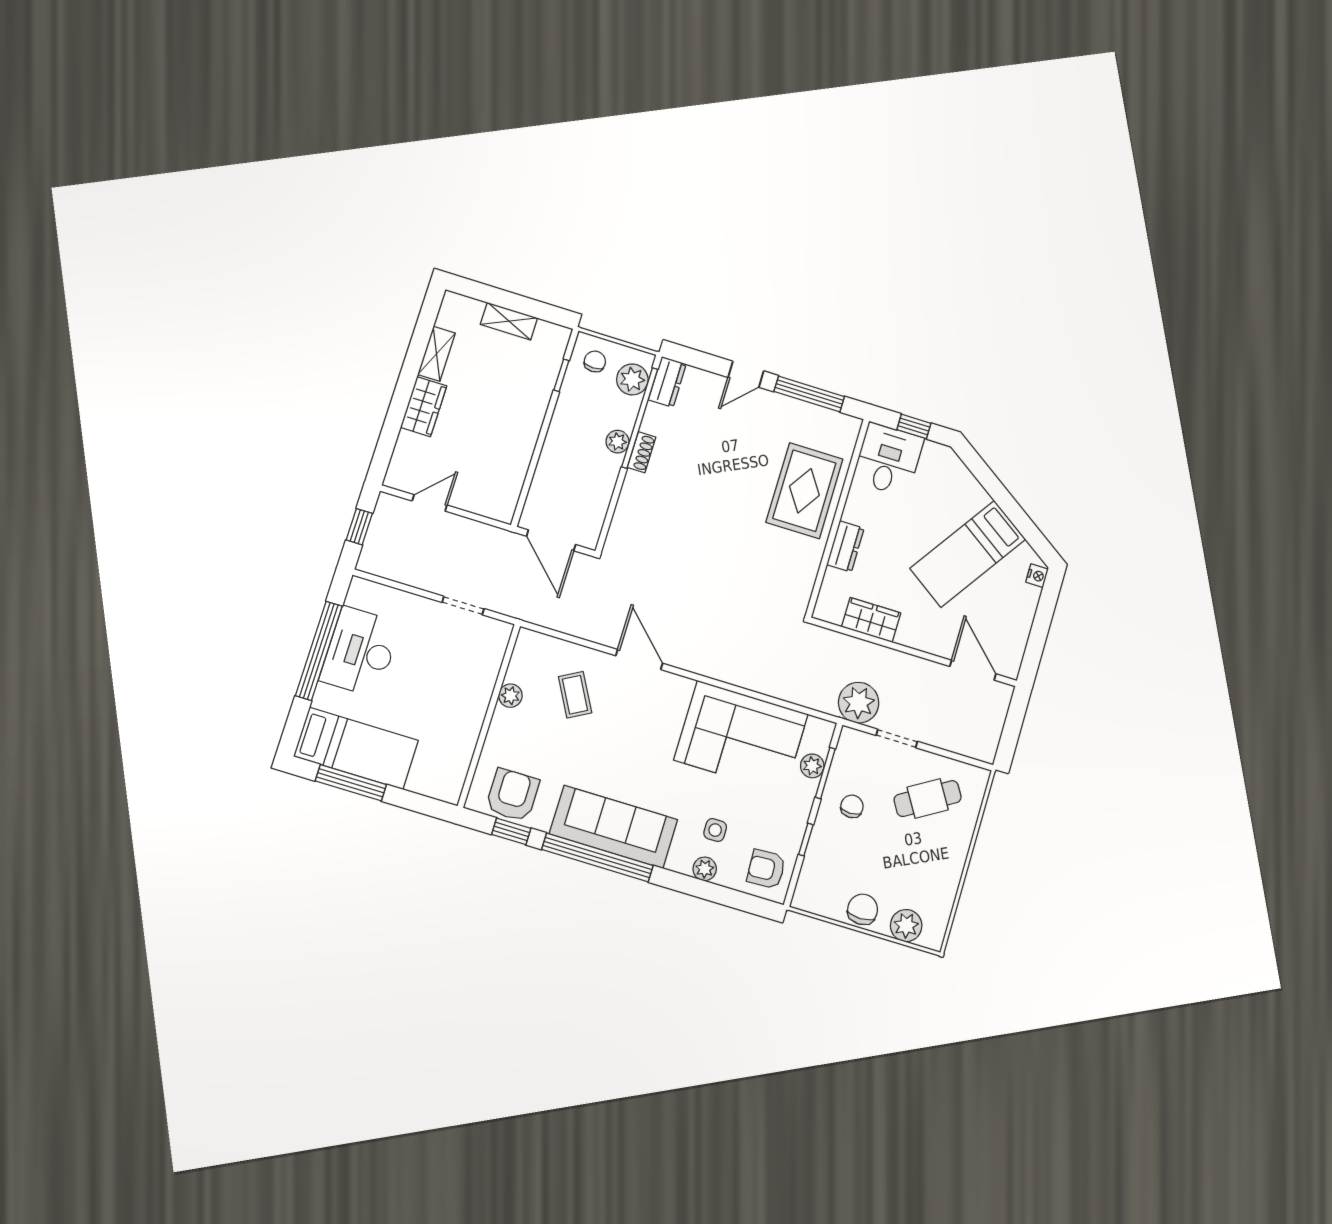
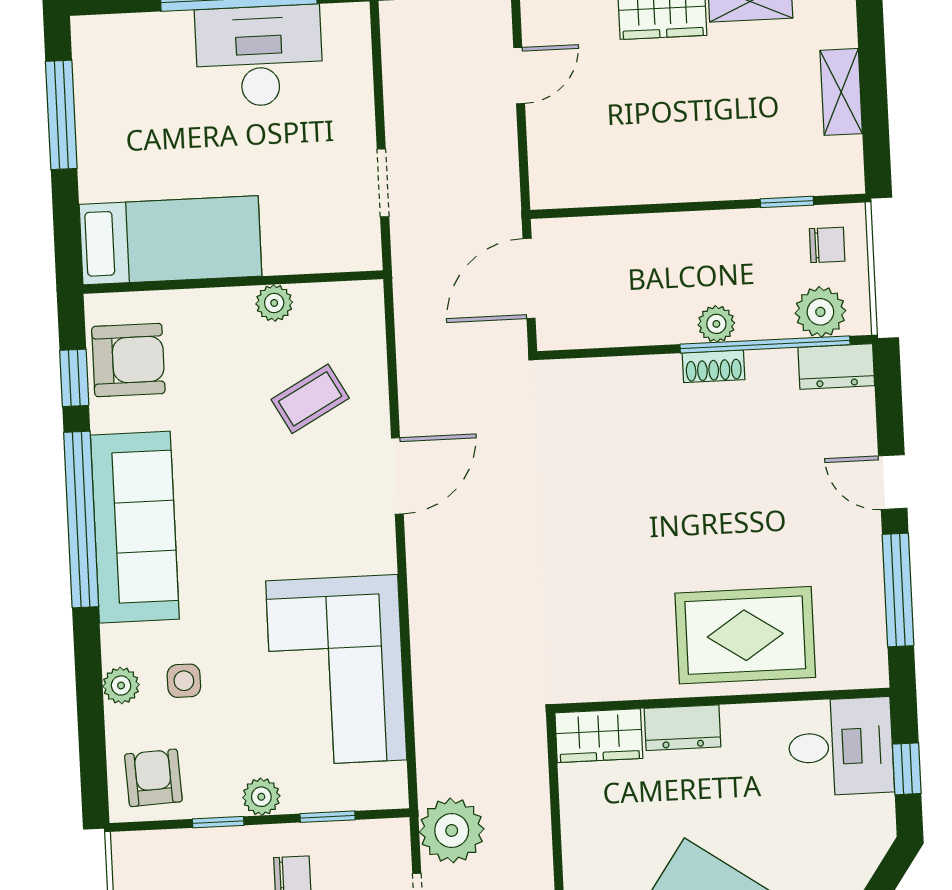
door: (430, 503) -> (519, 76), hinge flipped
wardrobe: (871, 620) -> (599, 736), moved, turned 90
bed: (356, 748) -> (170, 240), moved, turned -90
plant: (812, 766) -> (261, 797), moved
window: (825, 773) -> (328, 817), width x0.67

